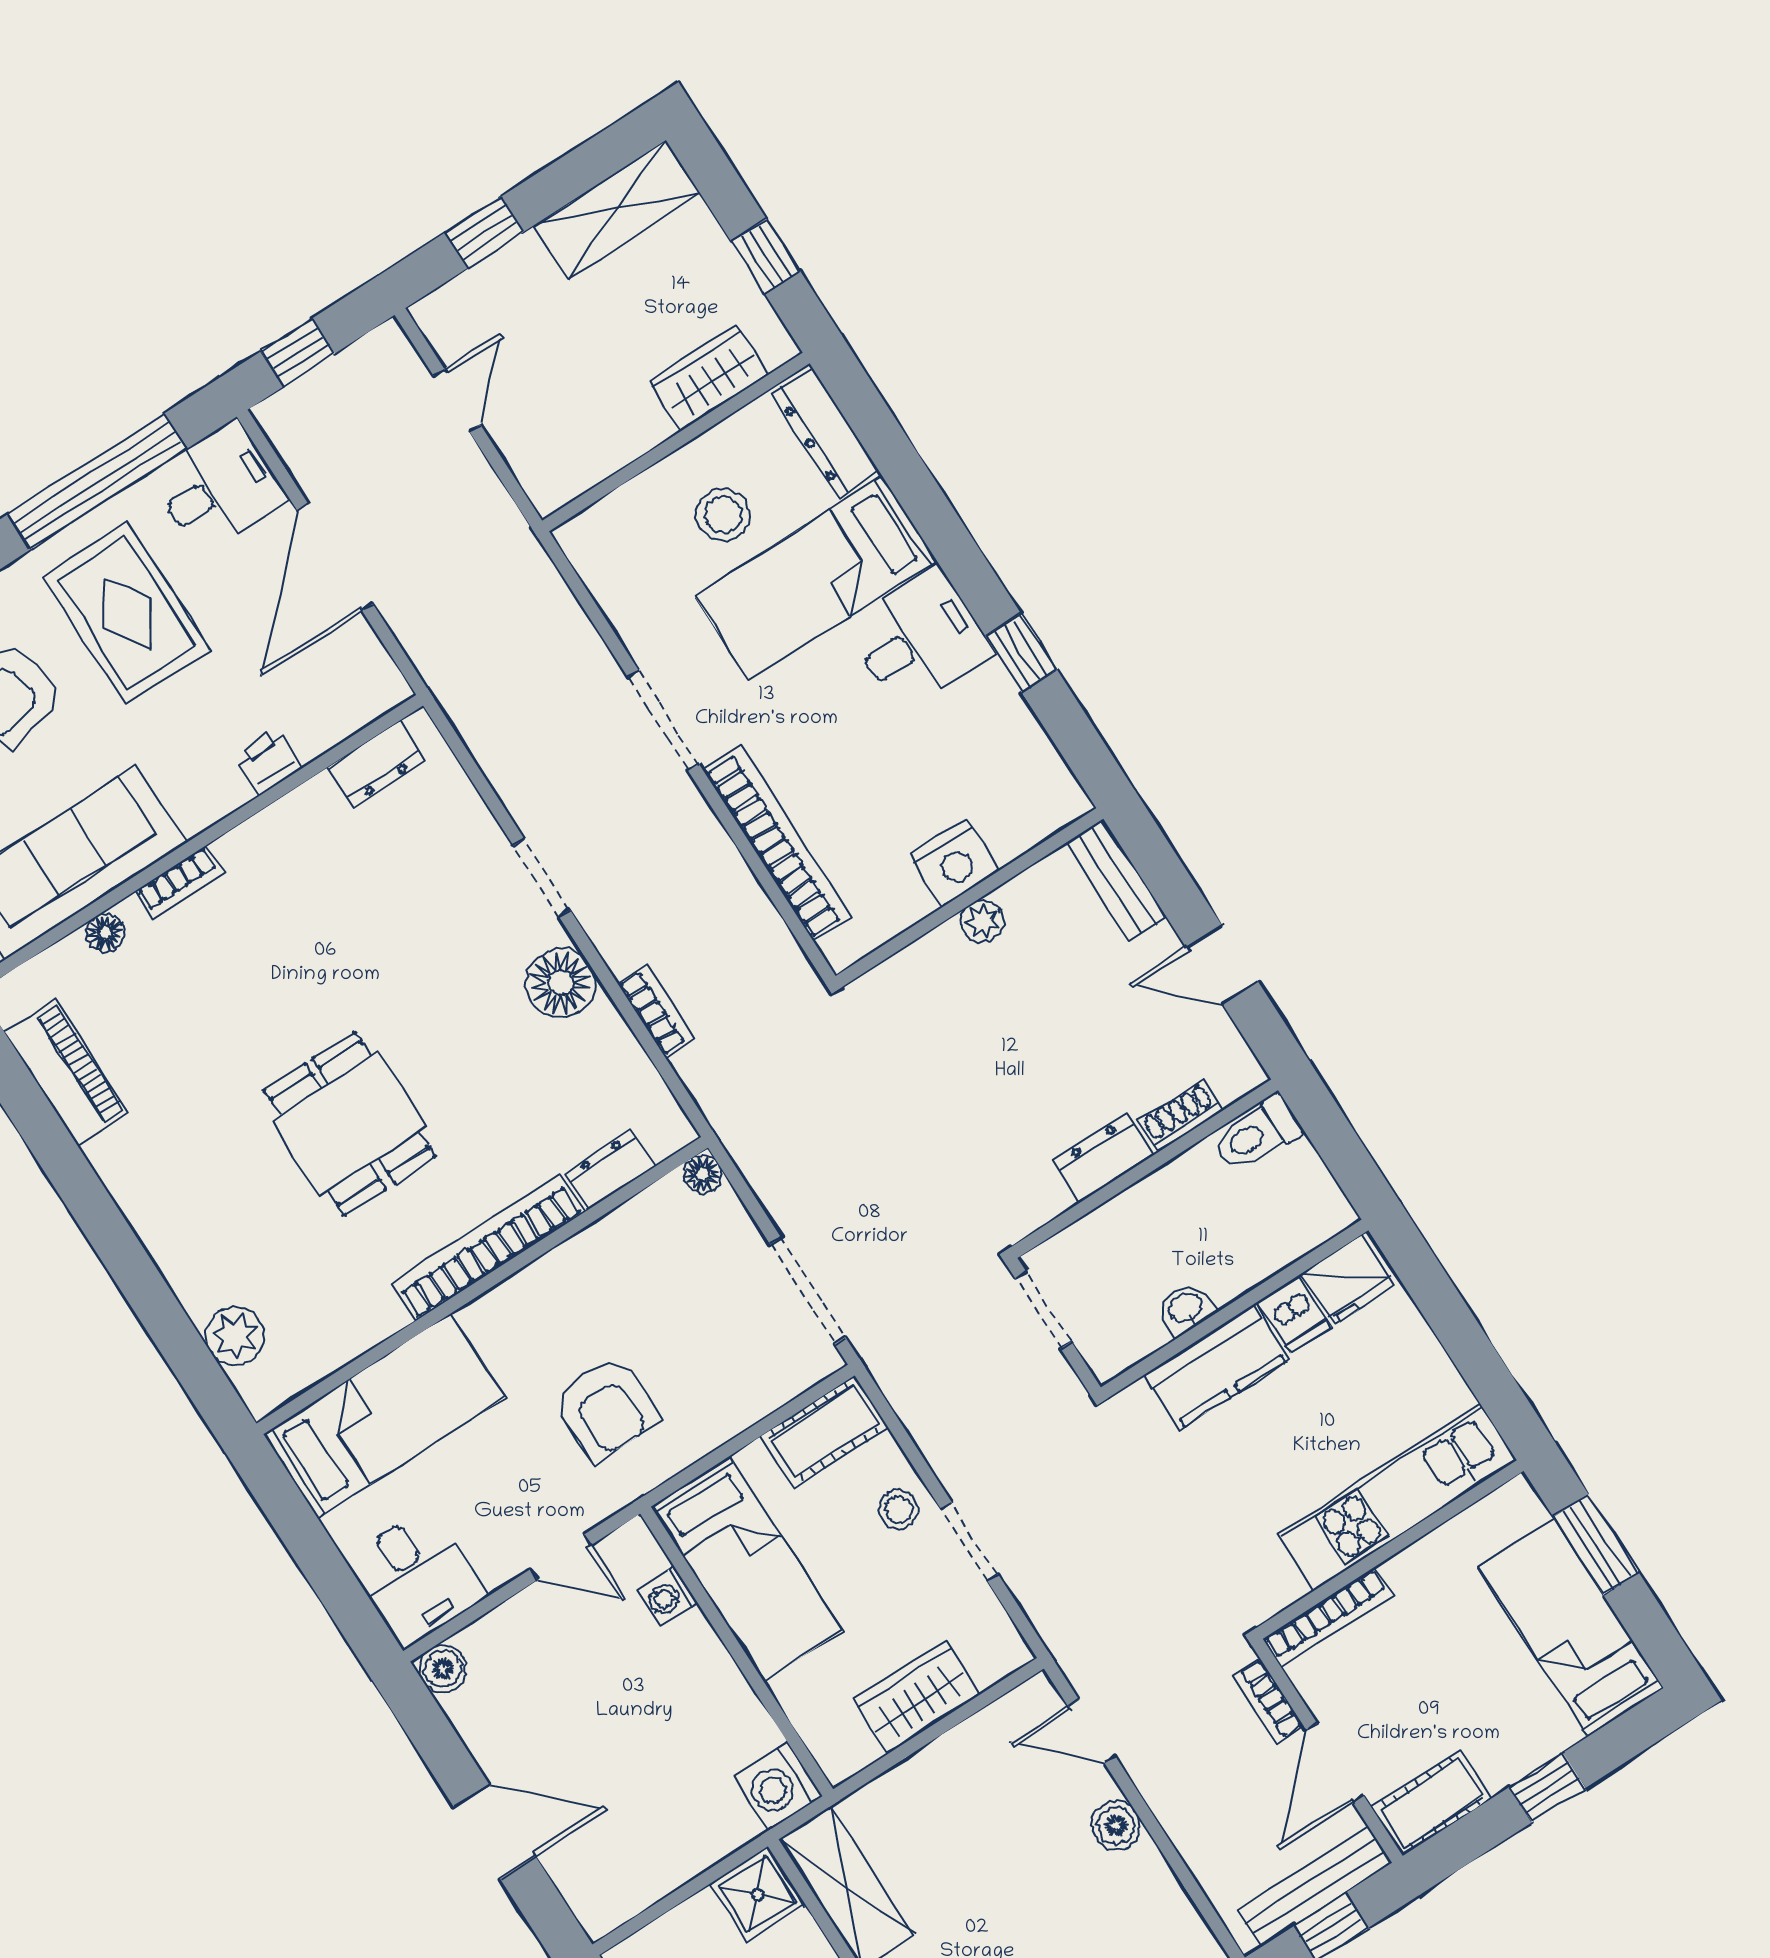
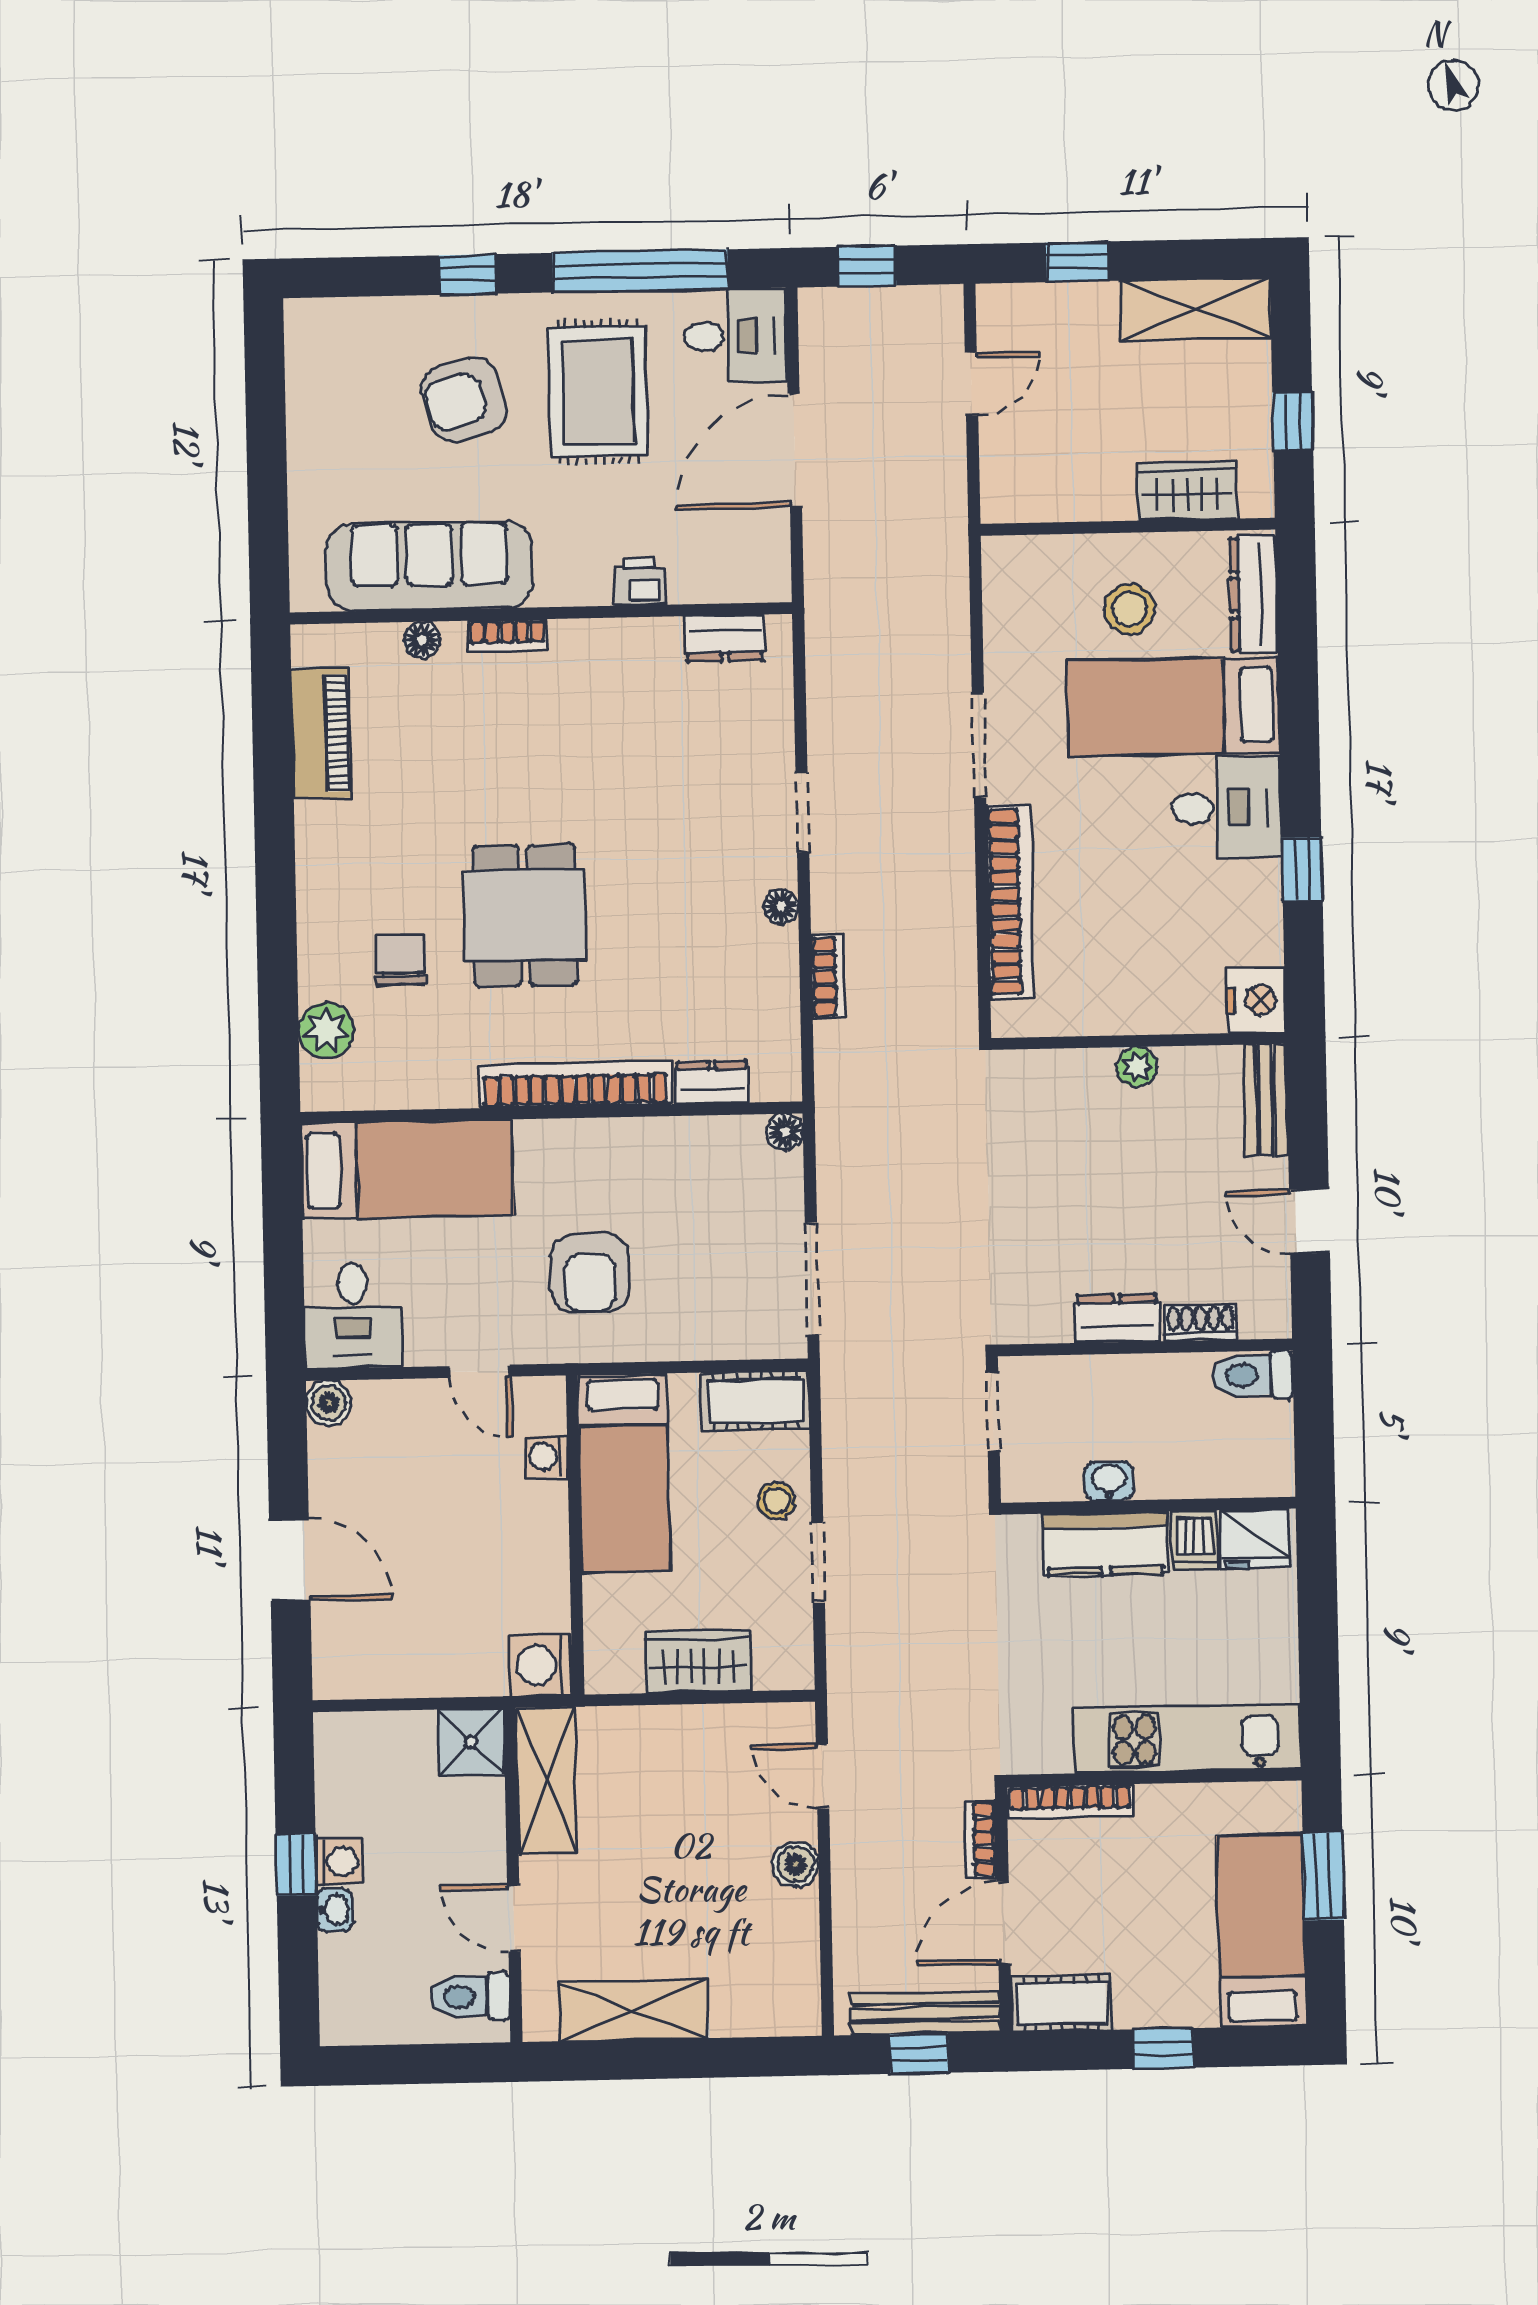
nightstand: (955, 863) -> (1256, 1000), moved, turned -90
floor lamp: (561, 983) -> (781, 906), width x0.53, depth x0.53
chair: (262, 1231) -> (401, 959), added

